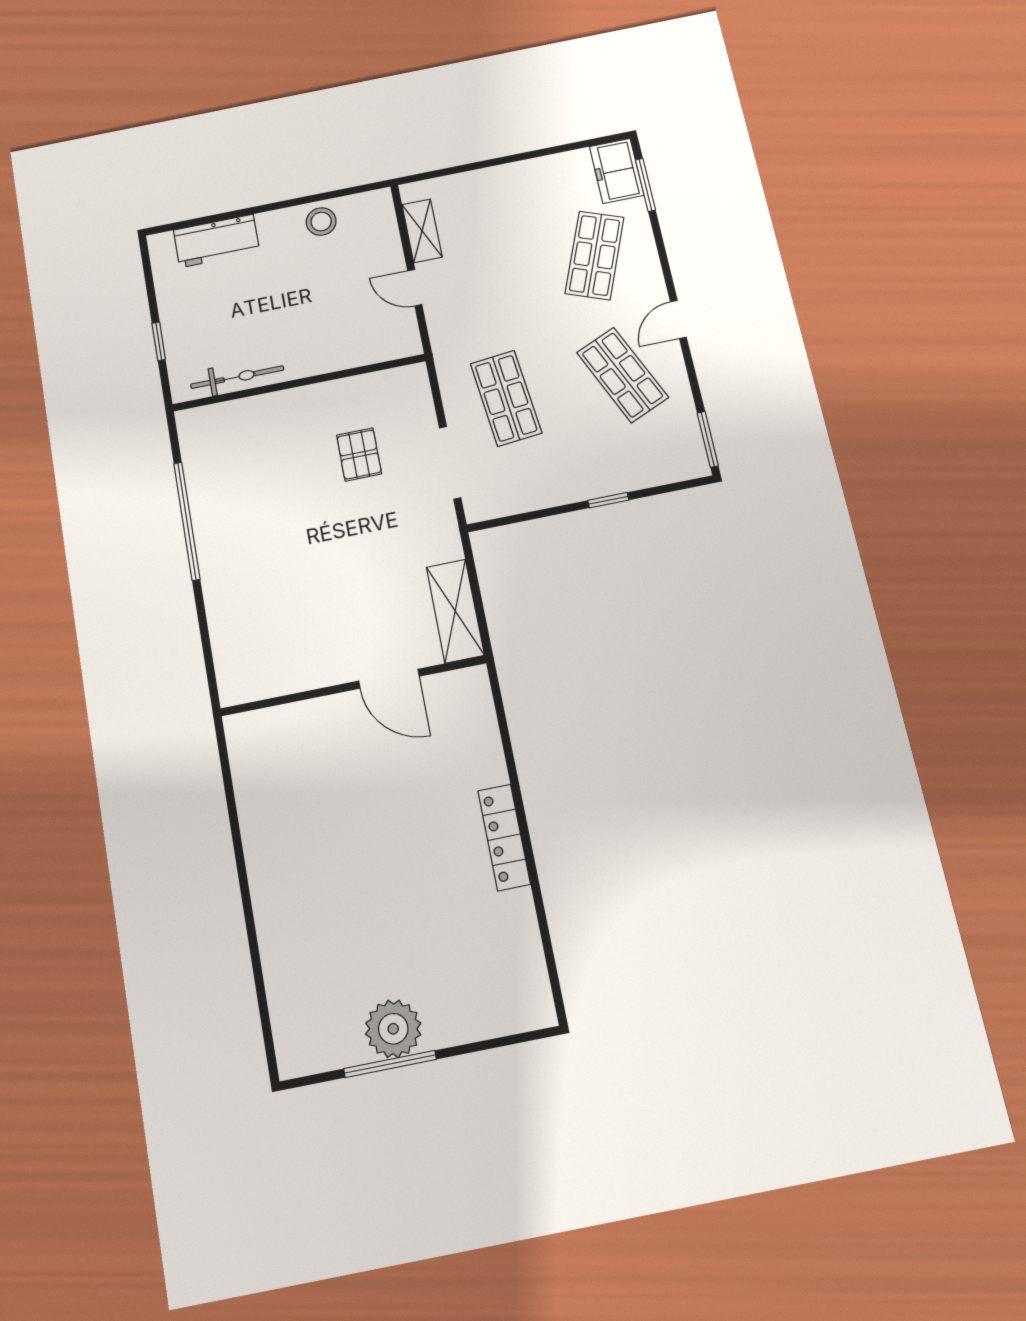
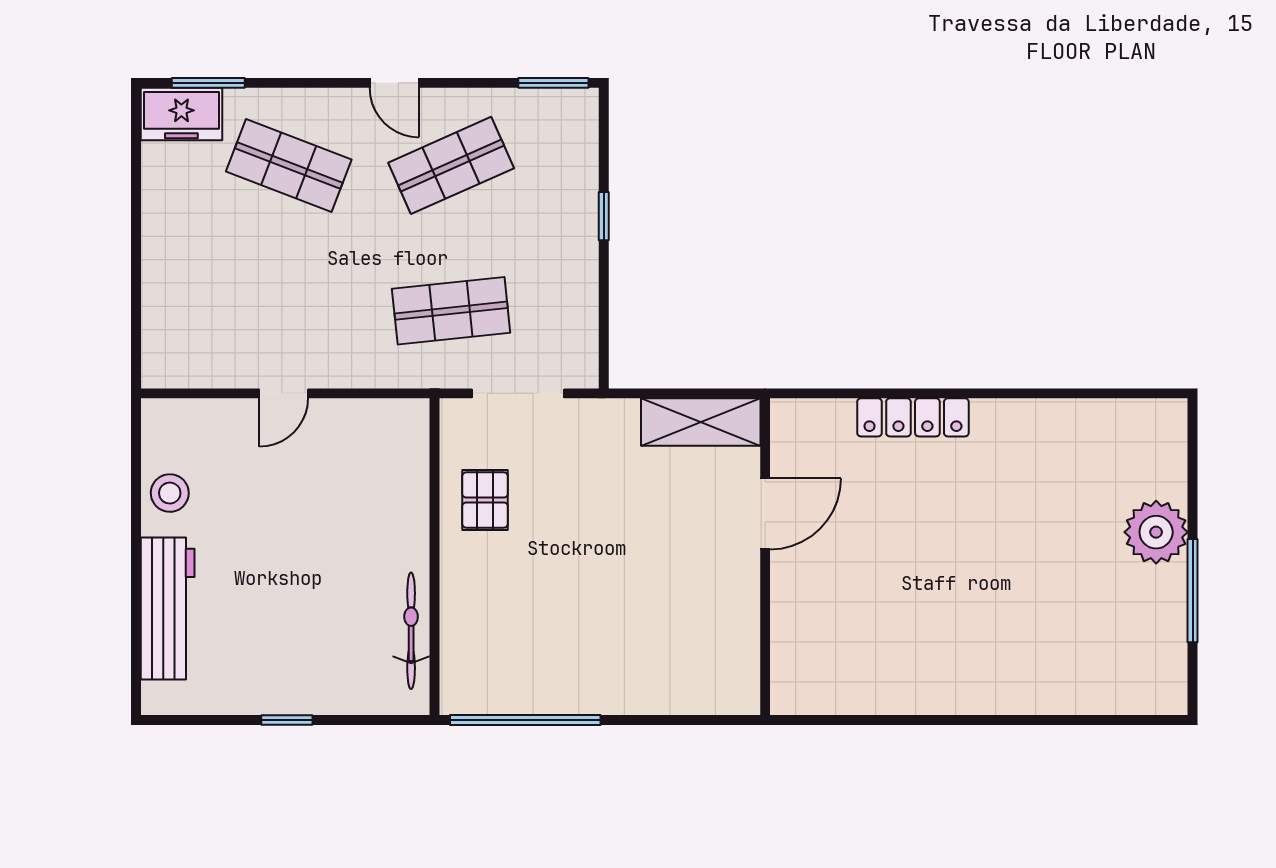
shelving: (422, 231) -> (210, 370), removed
workbench: (217, 241) -> (168, 608), width x1.38
bicycle: (237, 377) -> (411, 631), moved
wall: (299, 383) -> (434, 557), moved
pallet: (359, 454) -> (485, 500), turned 90
locker: (504, 837) -> (913, 417), moved
plant: (393, 1029) -> (1156, 532), moved

